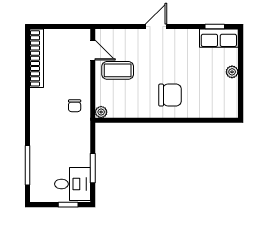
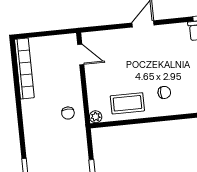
coffee table: (118, 70) -> (127, 103), moved
chair: (170, 95) -> (164, 92), width x0.54, depth x0.54

